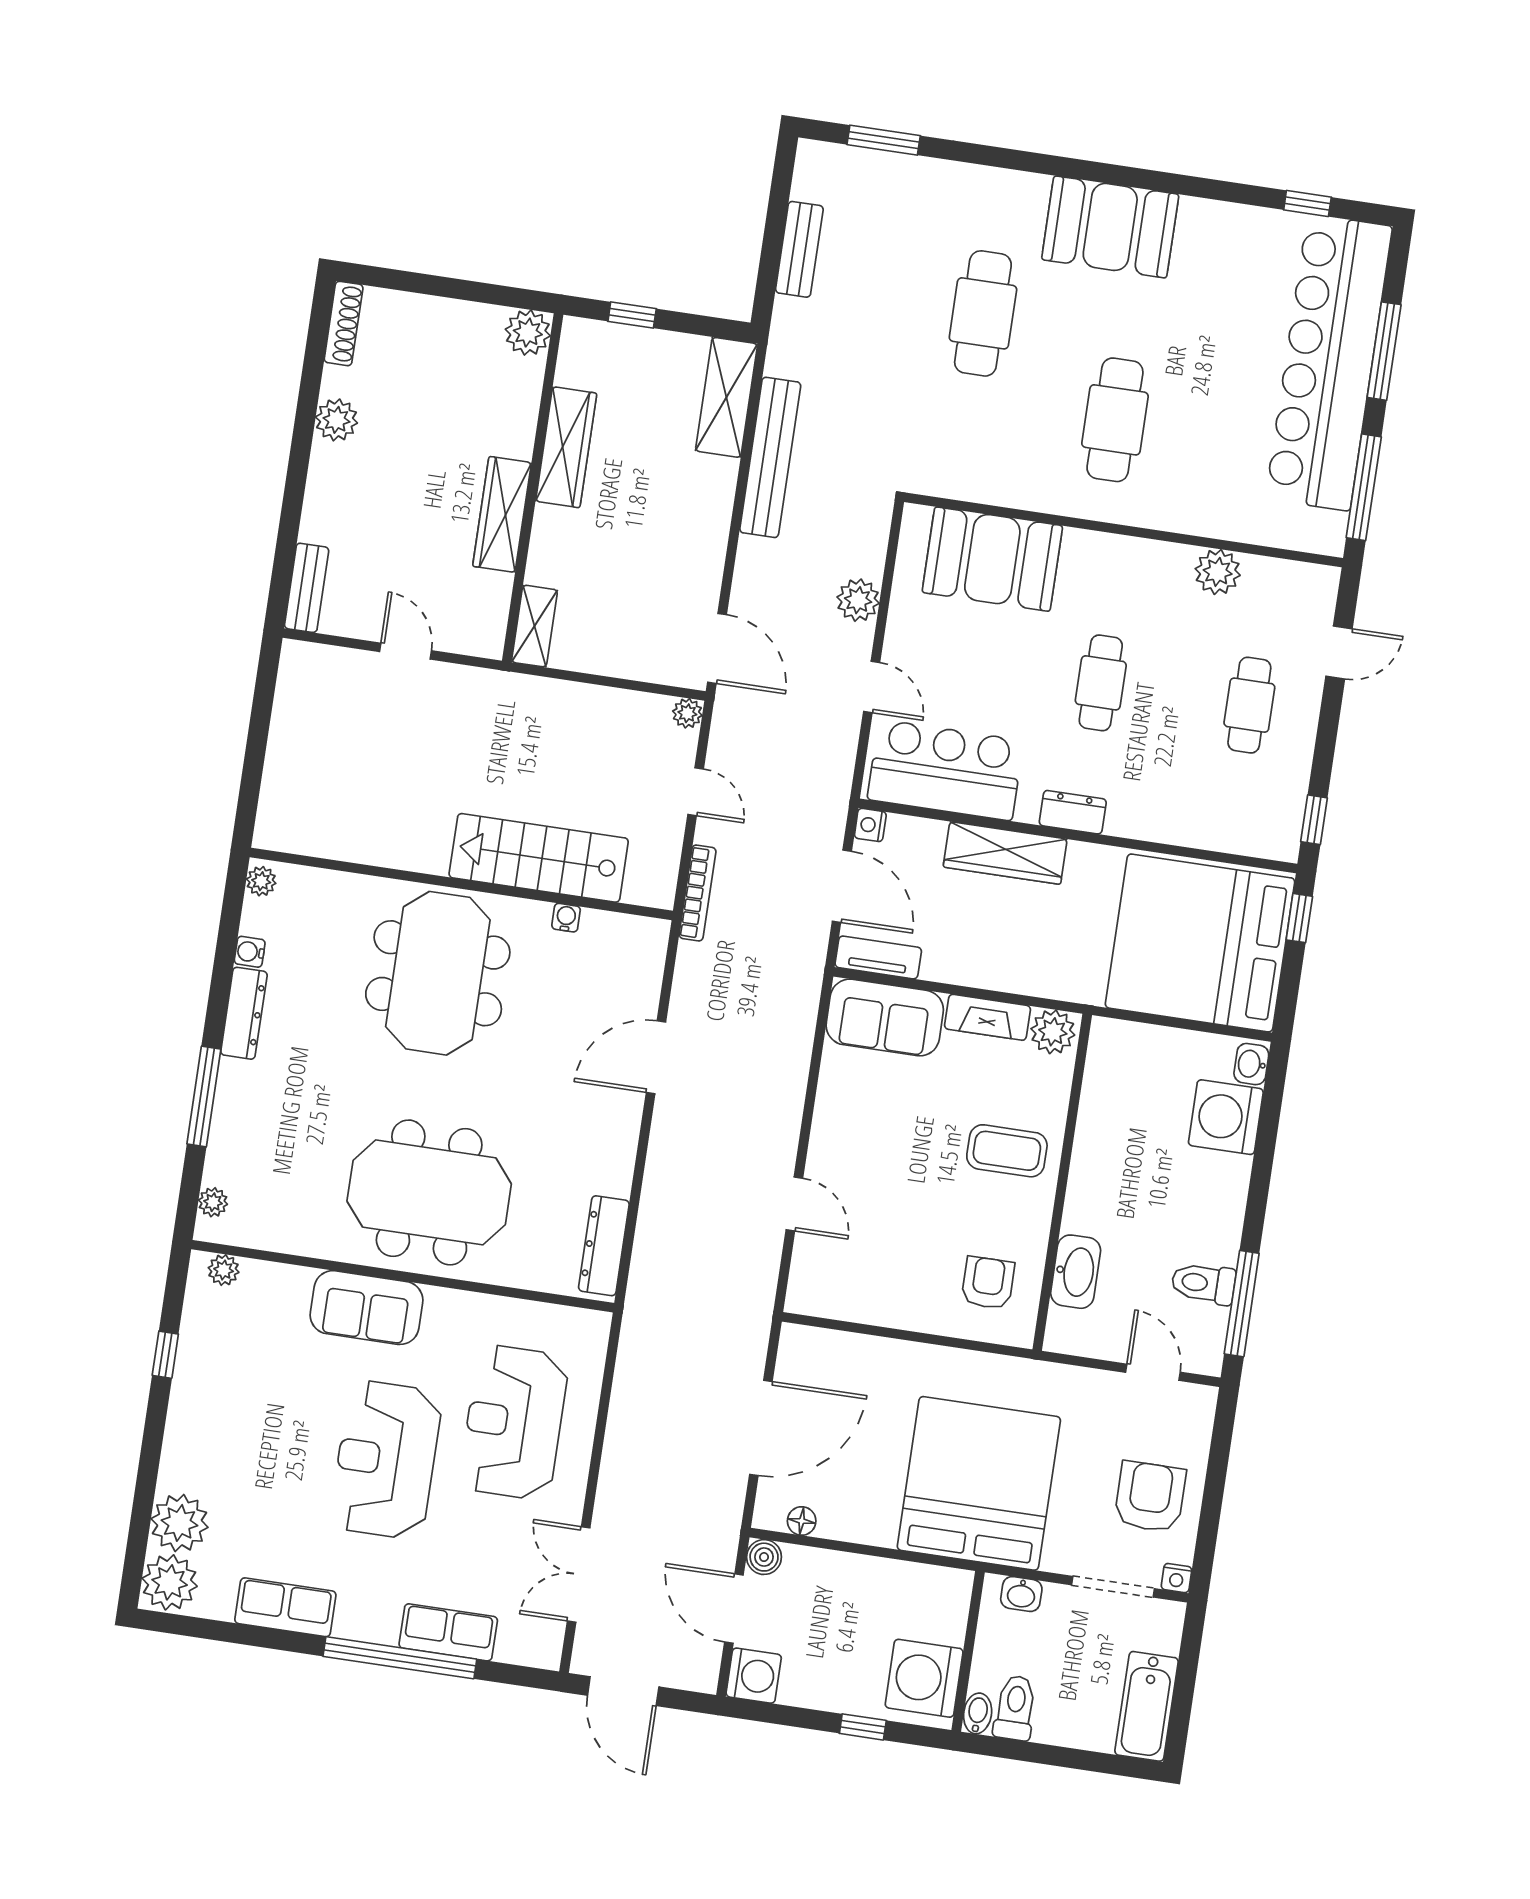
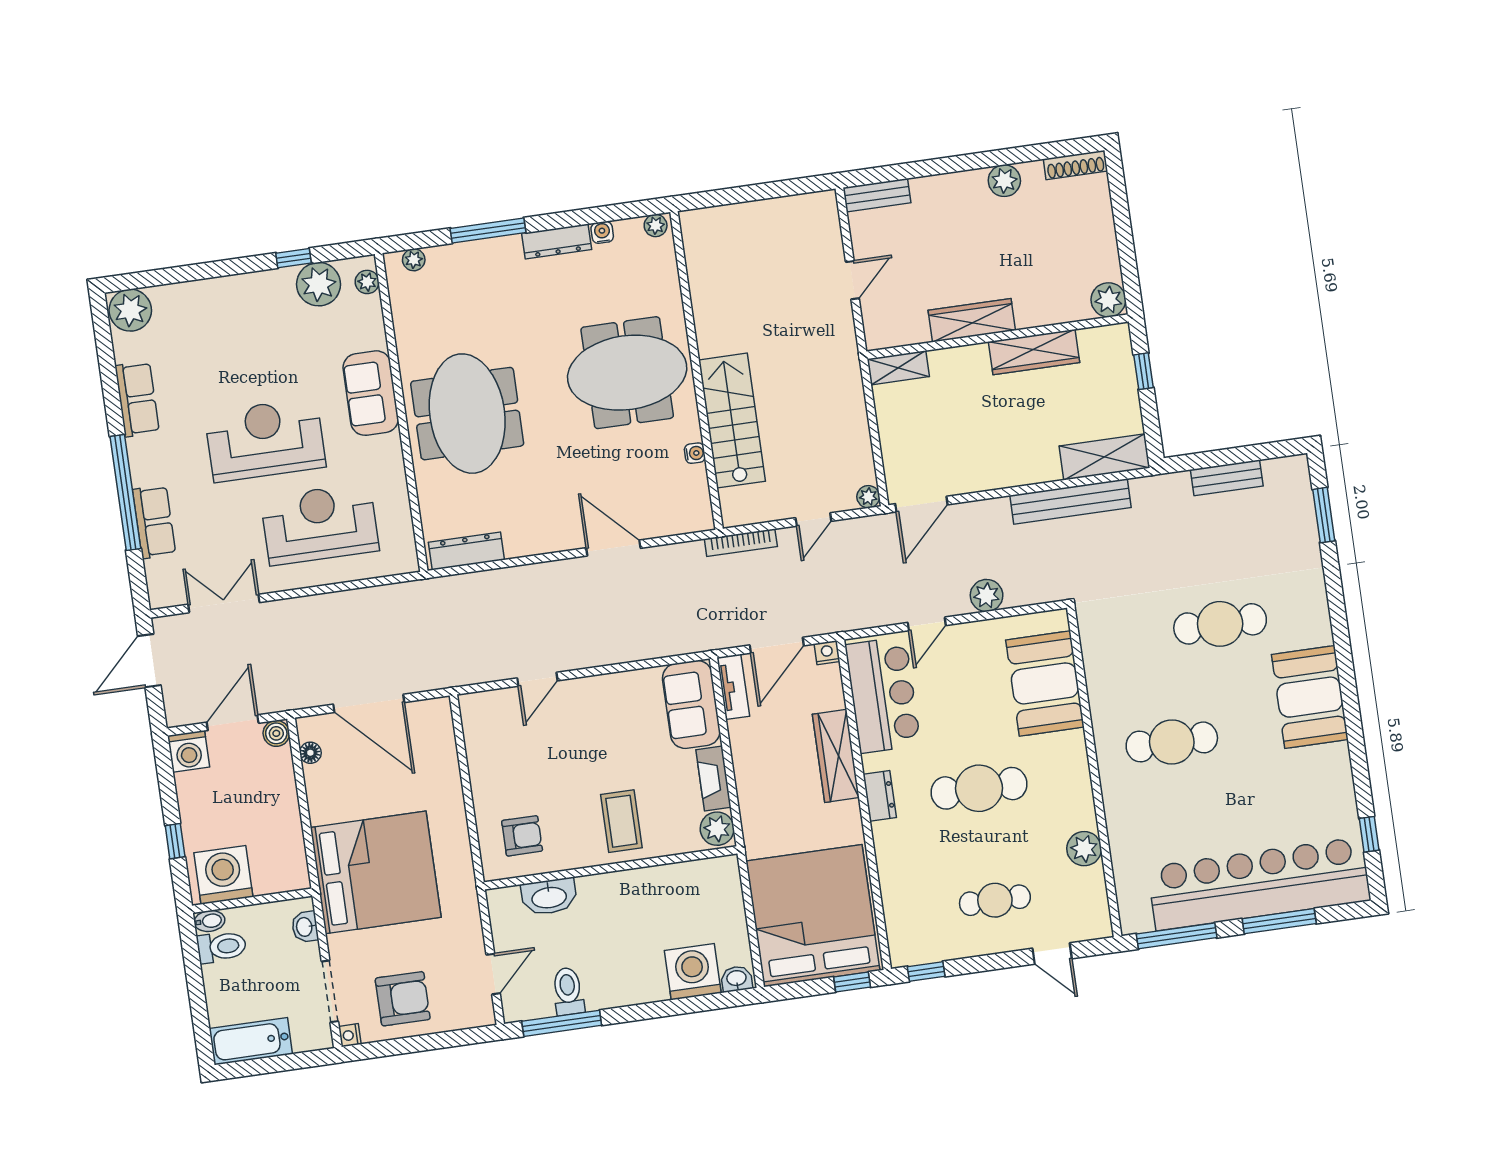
cafe table: (1101, 683) -> (979, 788), width x1.37, depth x1.35
plant: (179, 1523) -> (319, 284), moved

